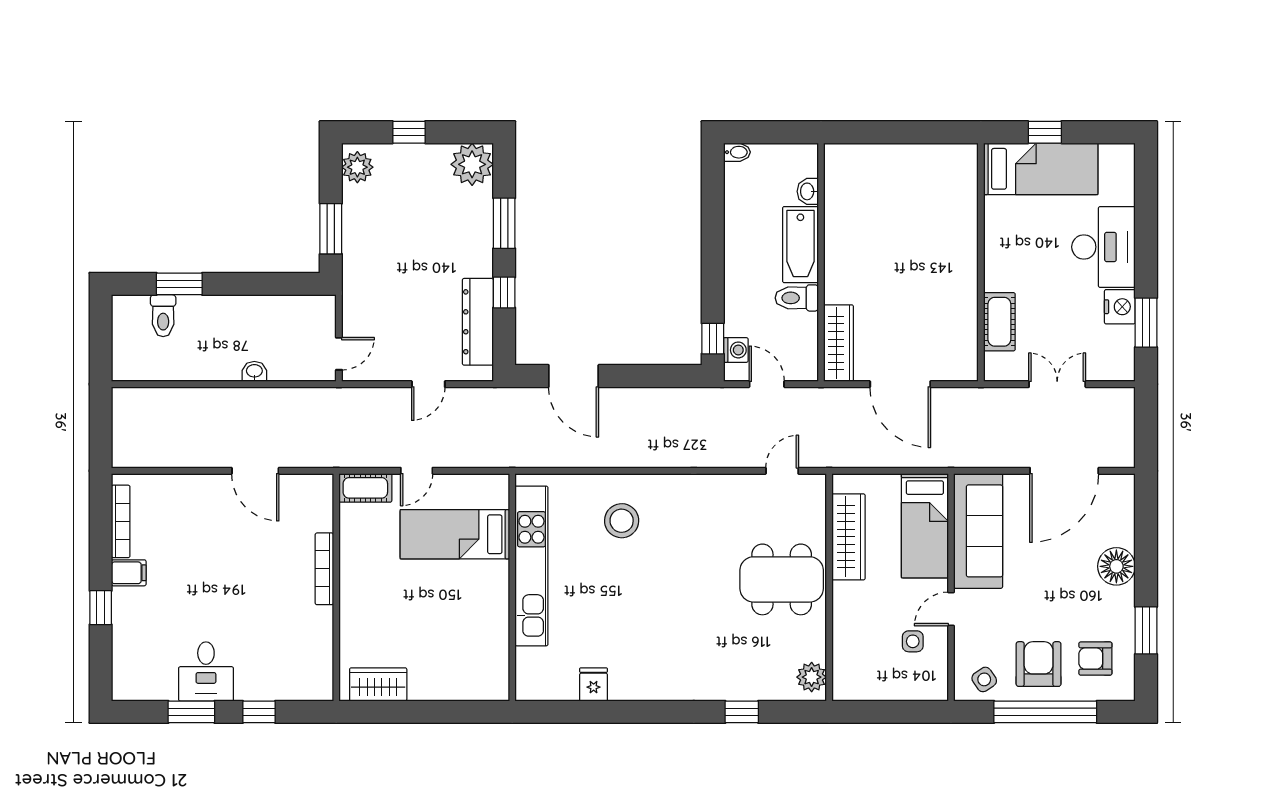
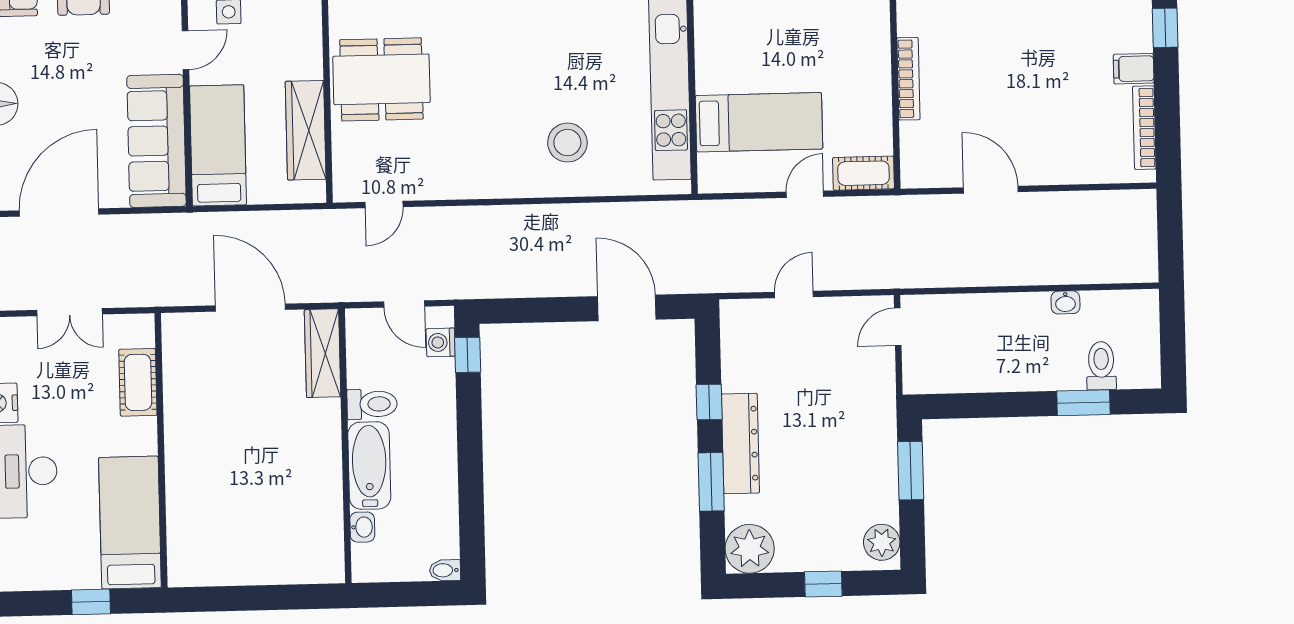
bed: (1041, 169) -> (130, 523), moved, turned 90
dresser: (478, 322) -> (740, 443), moved
washbasin: (254, 371) -> (1065, 302), moved

